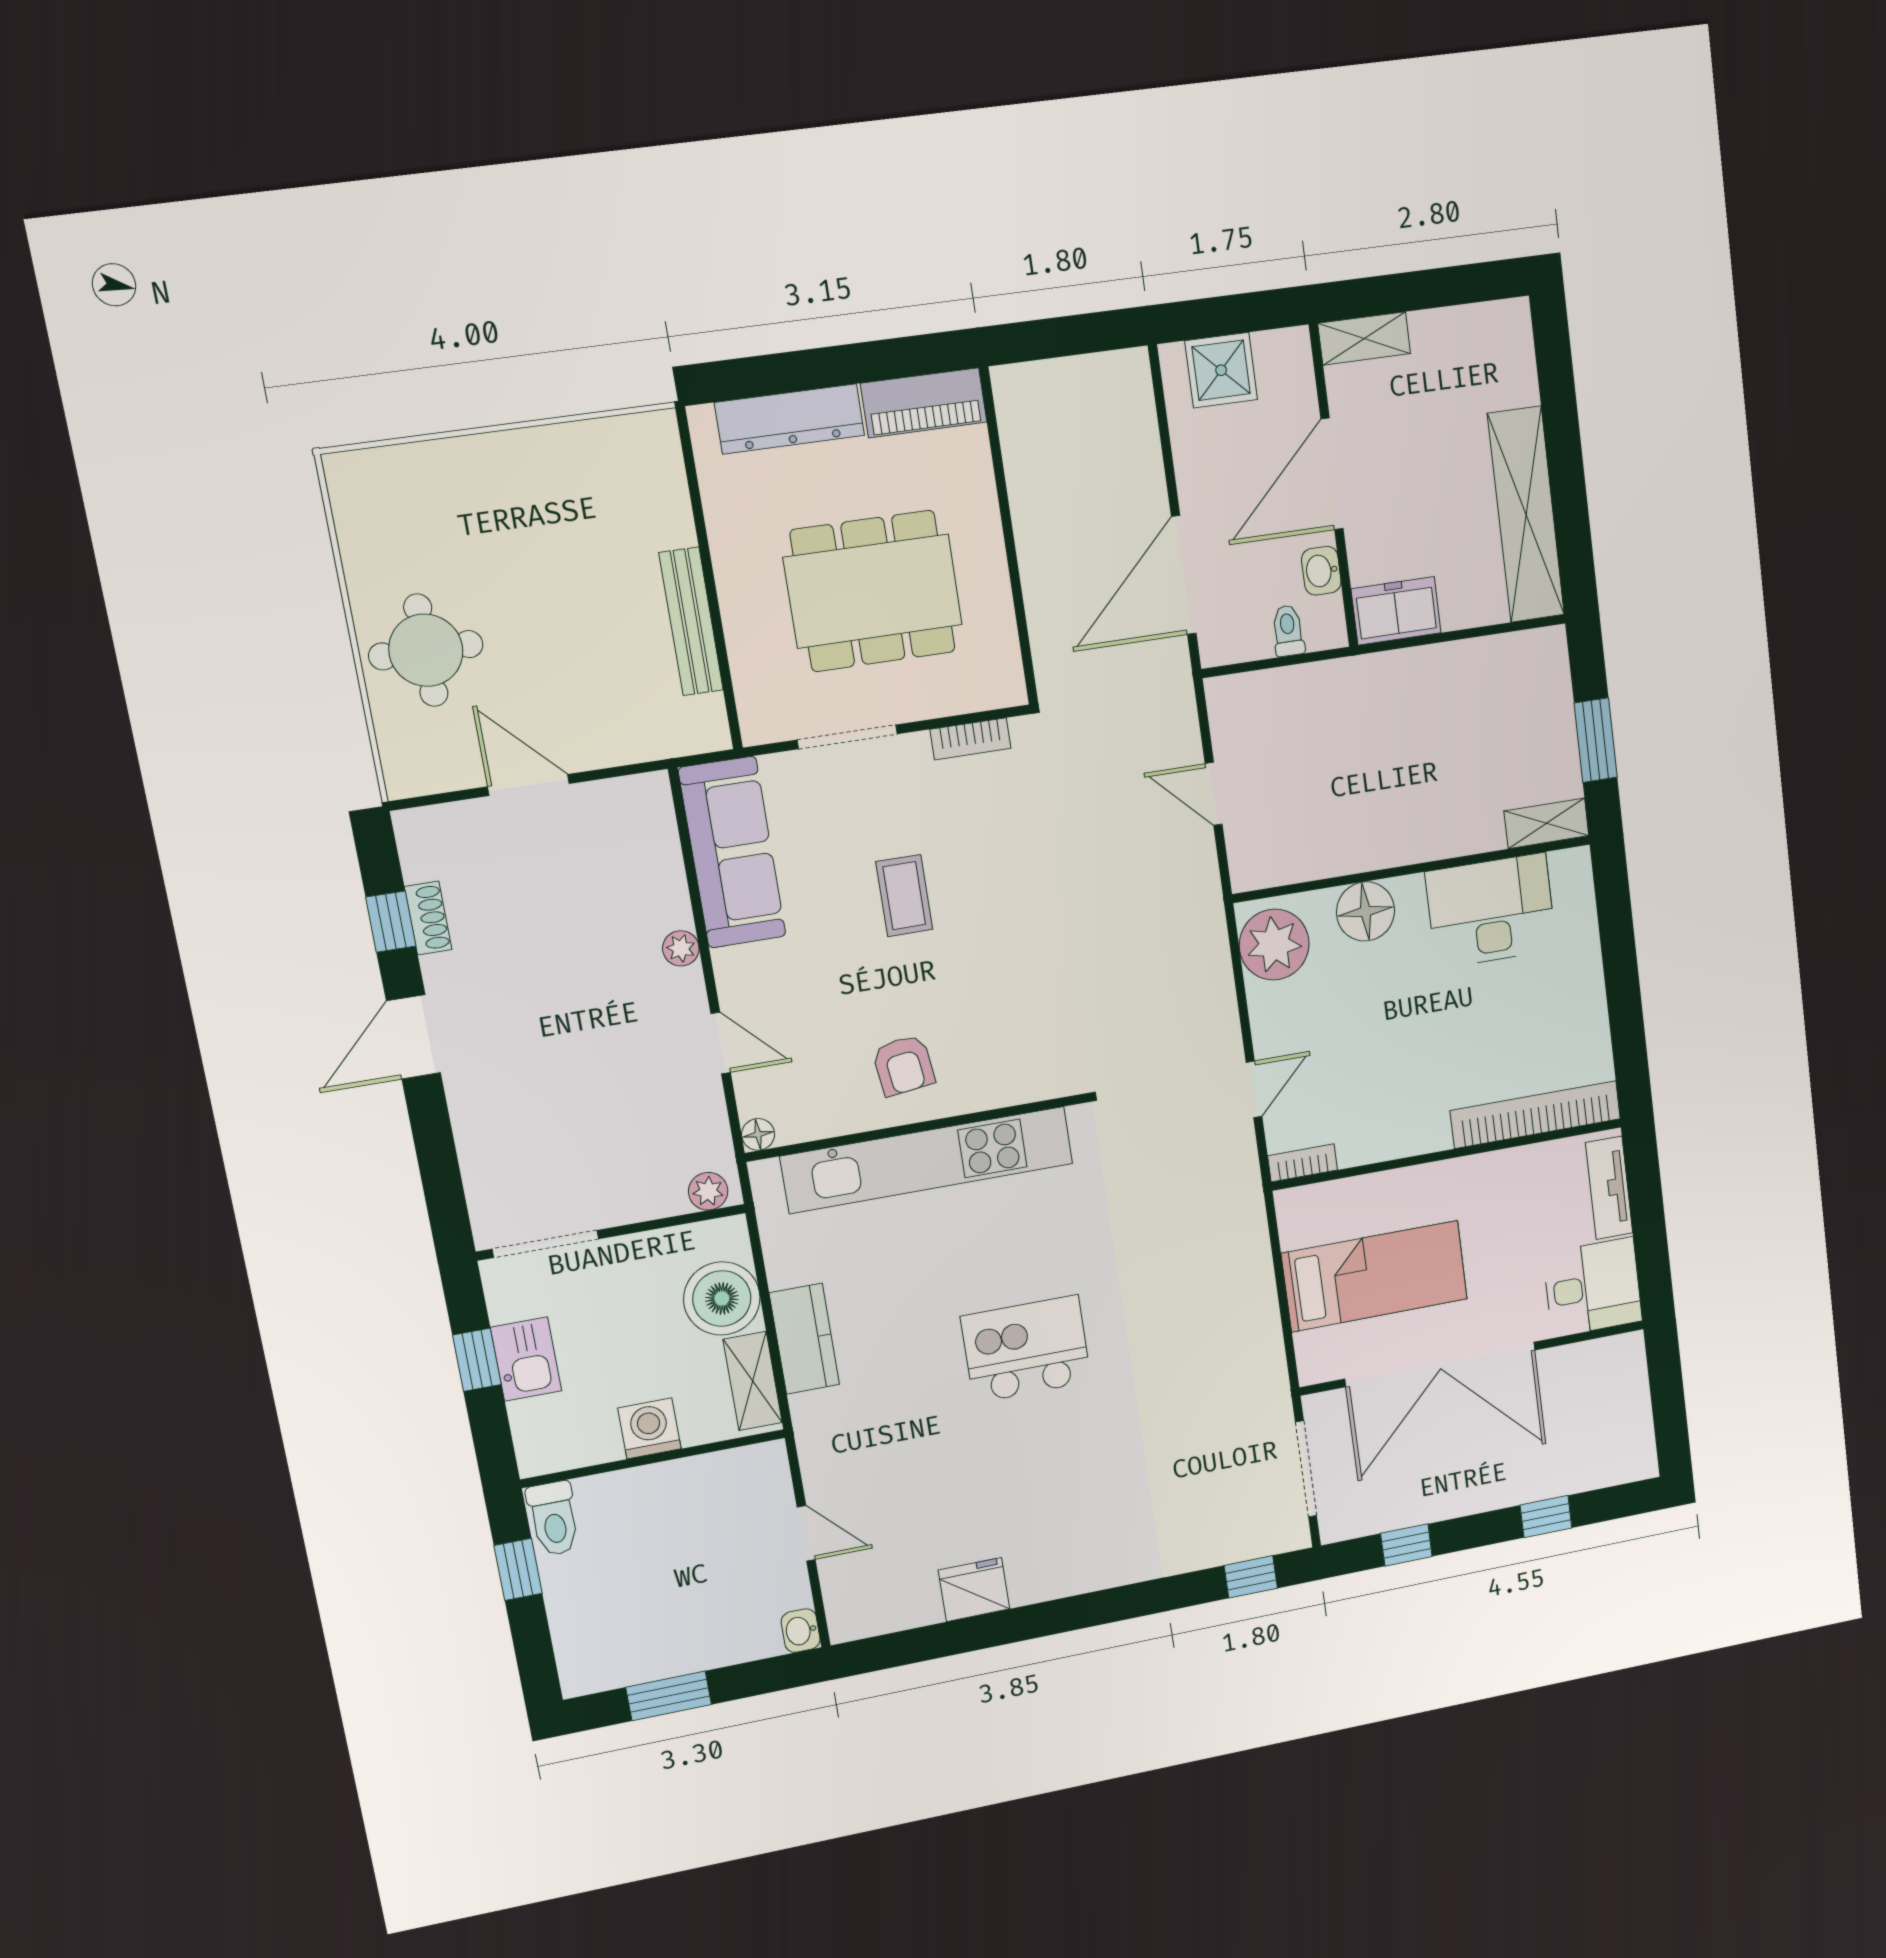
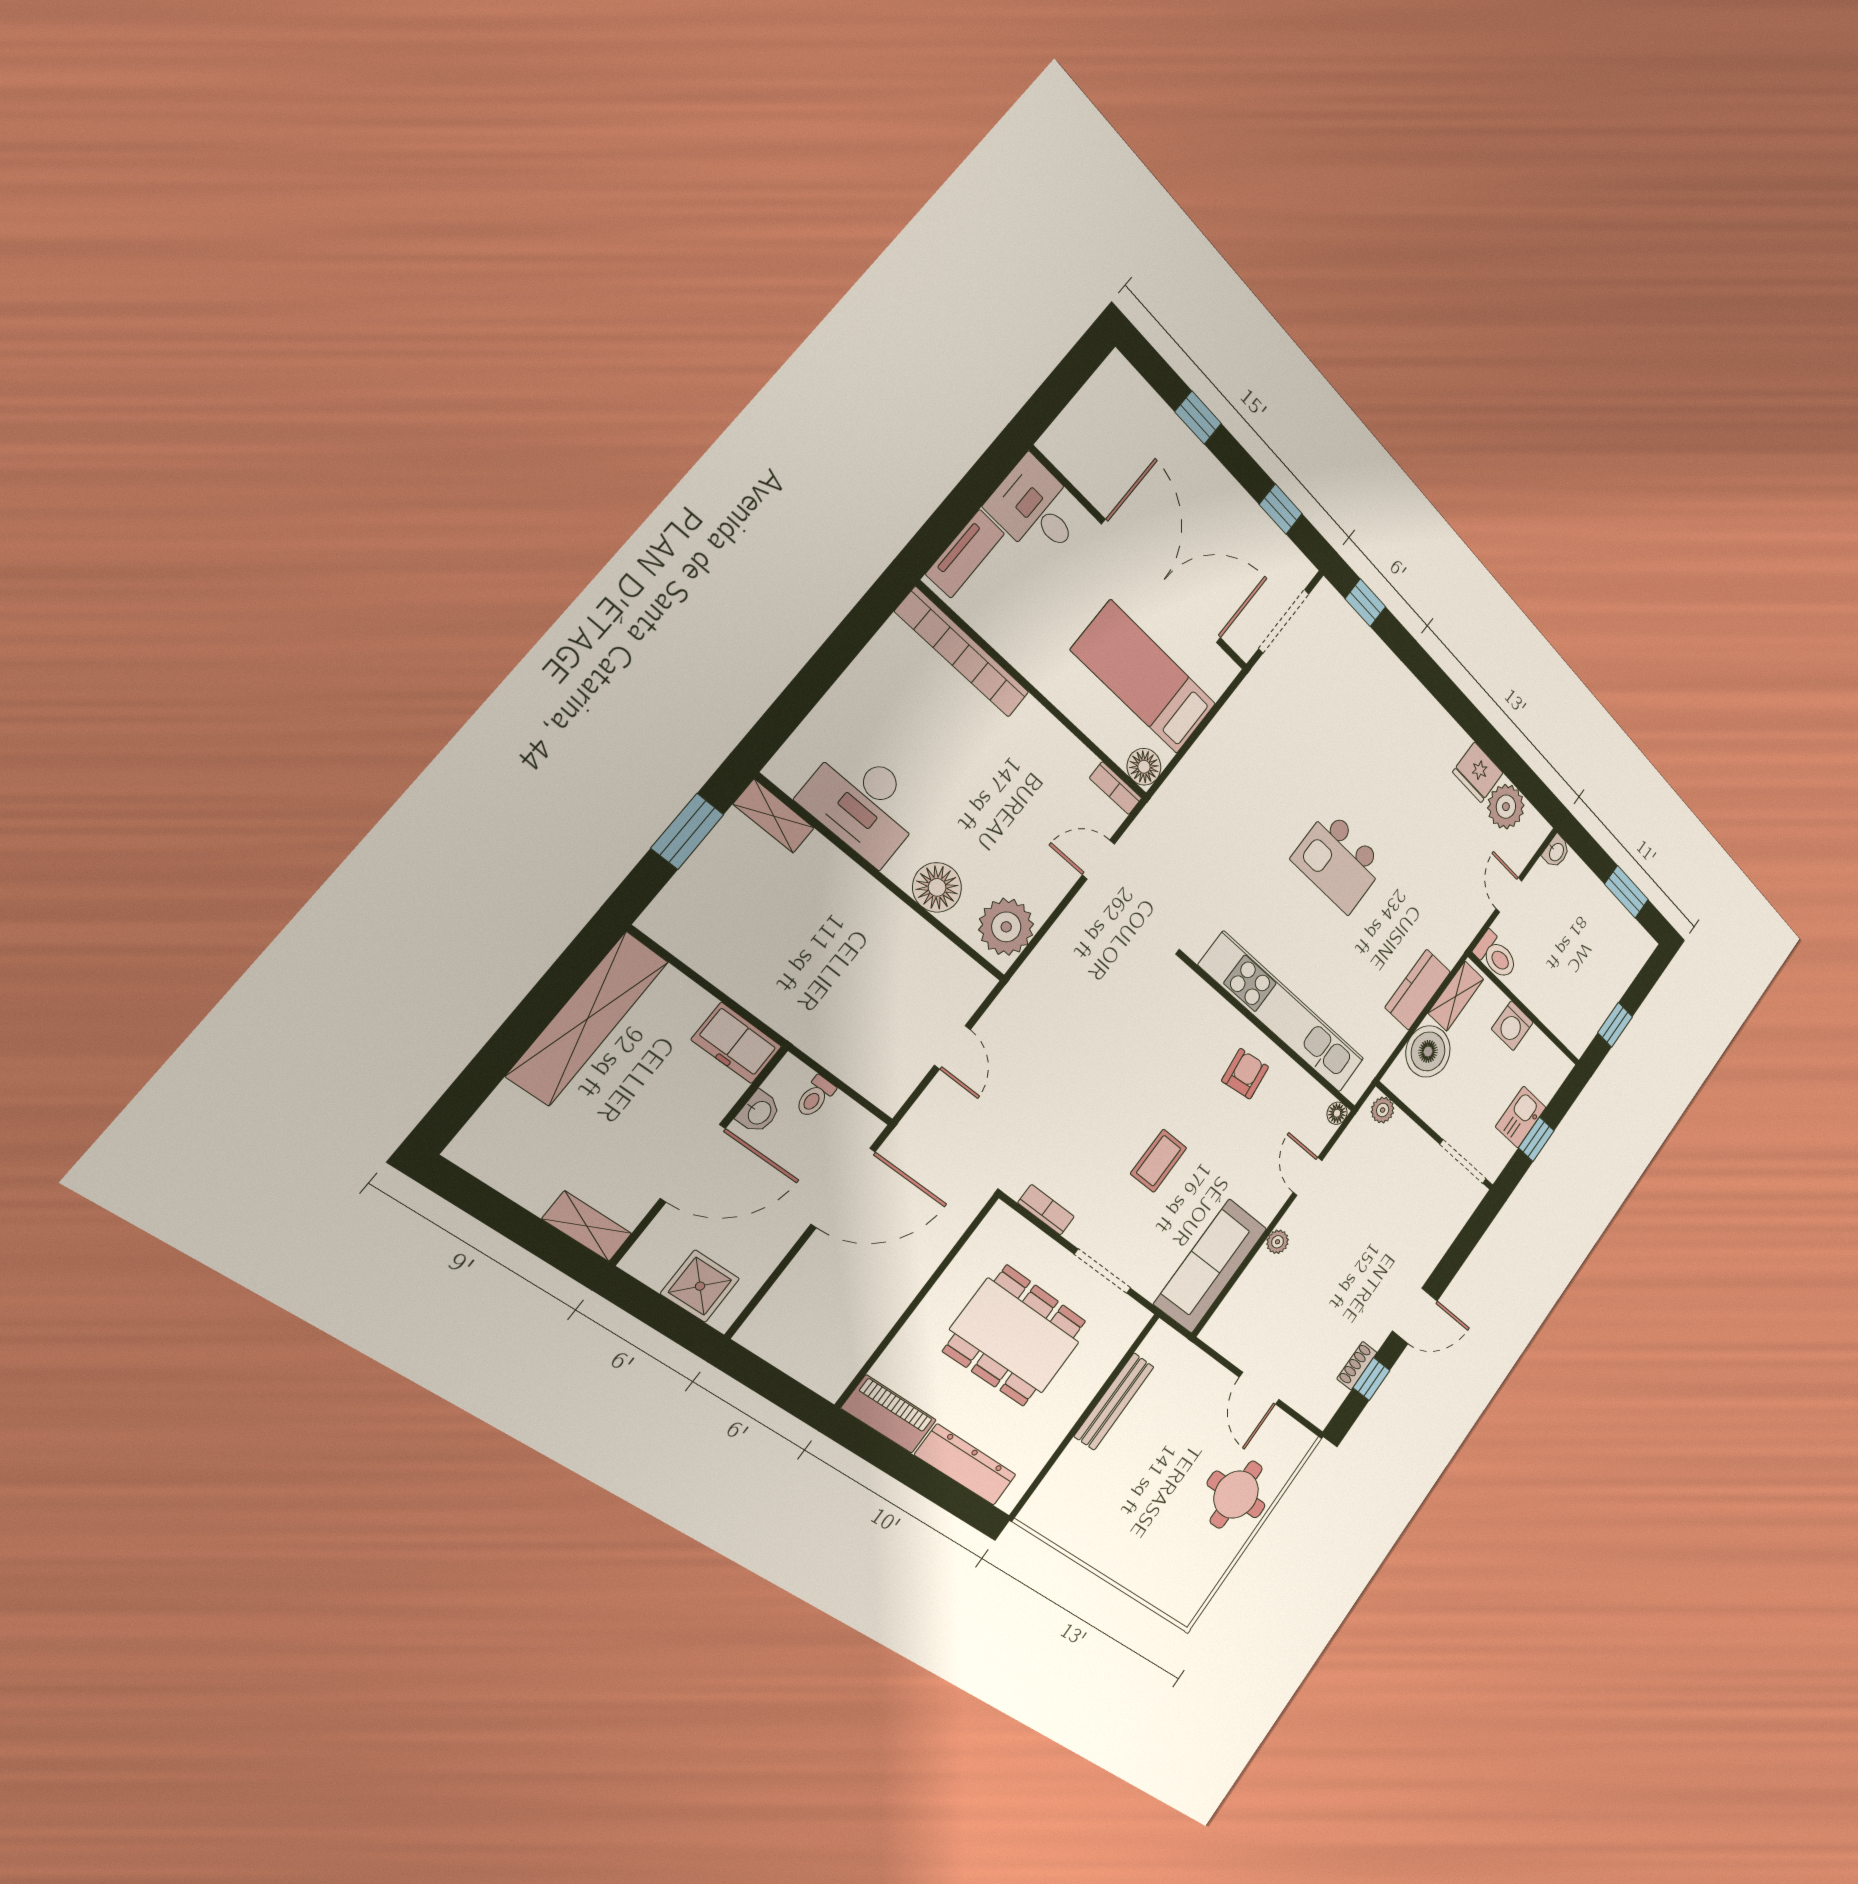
floor lamp: (1297, 1209) -> (1144, 767), added
toilet: (554, 1519) -> (1496, 956), moved, turned 90
plant: (907, 1599) -> (1506, 807), added

